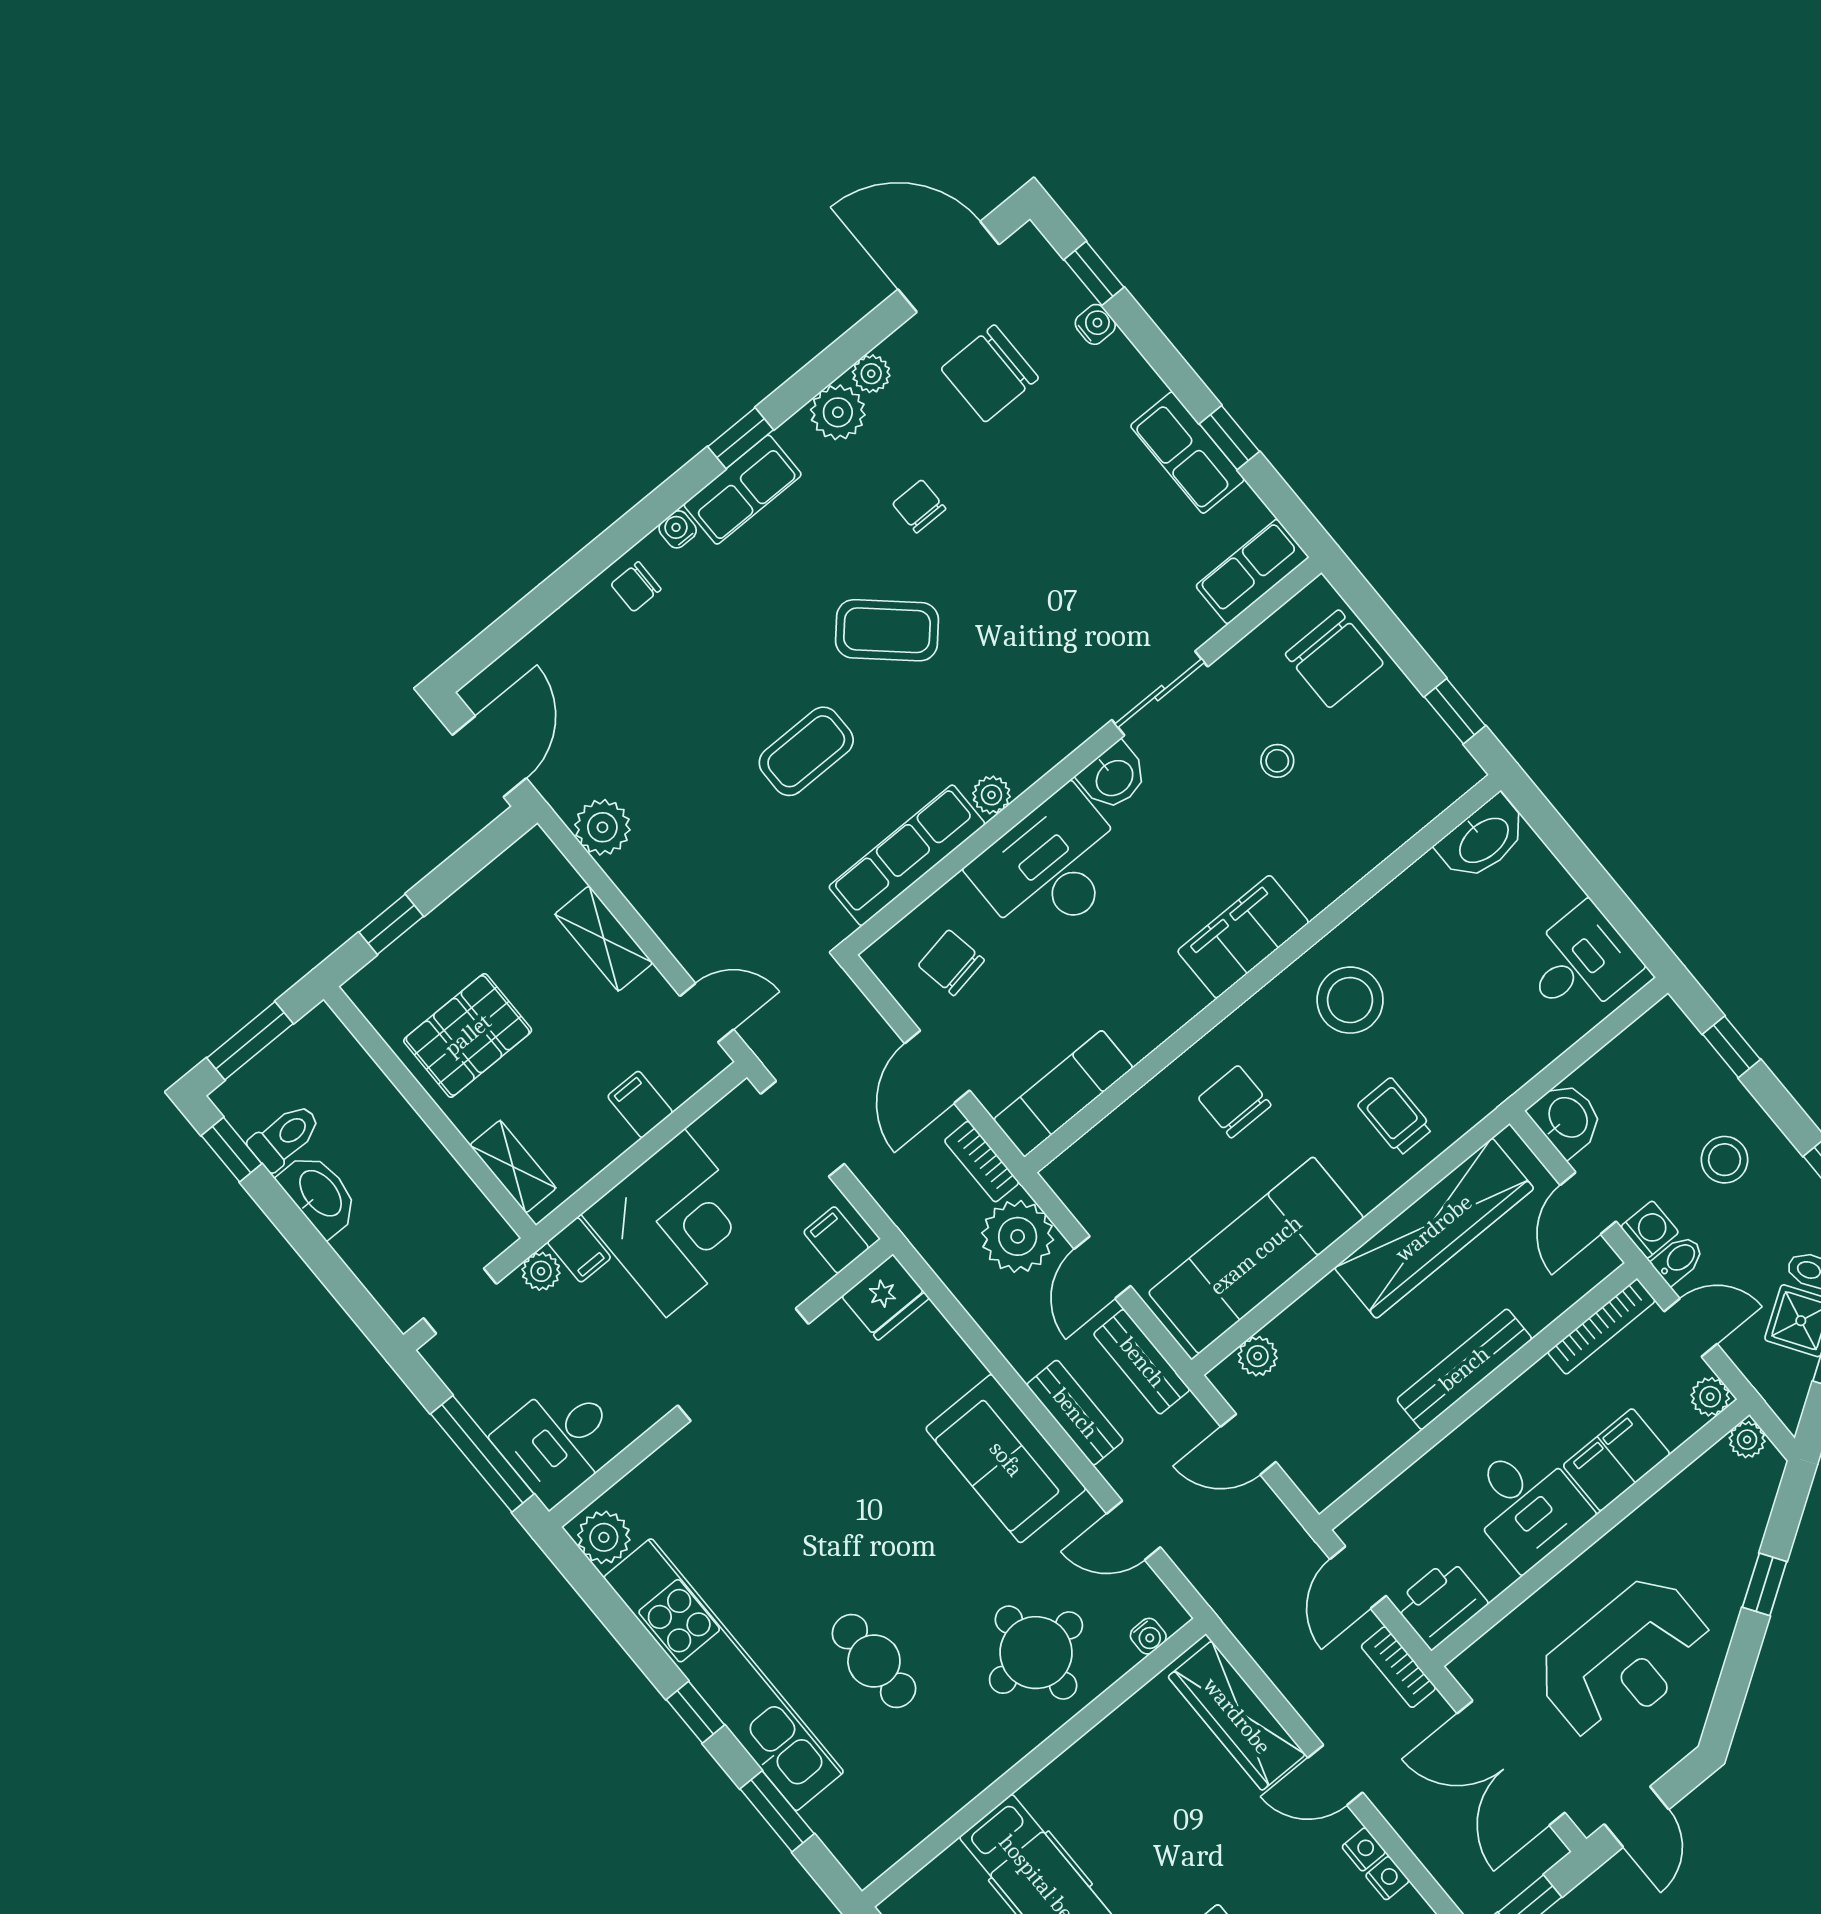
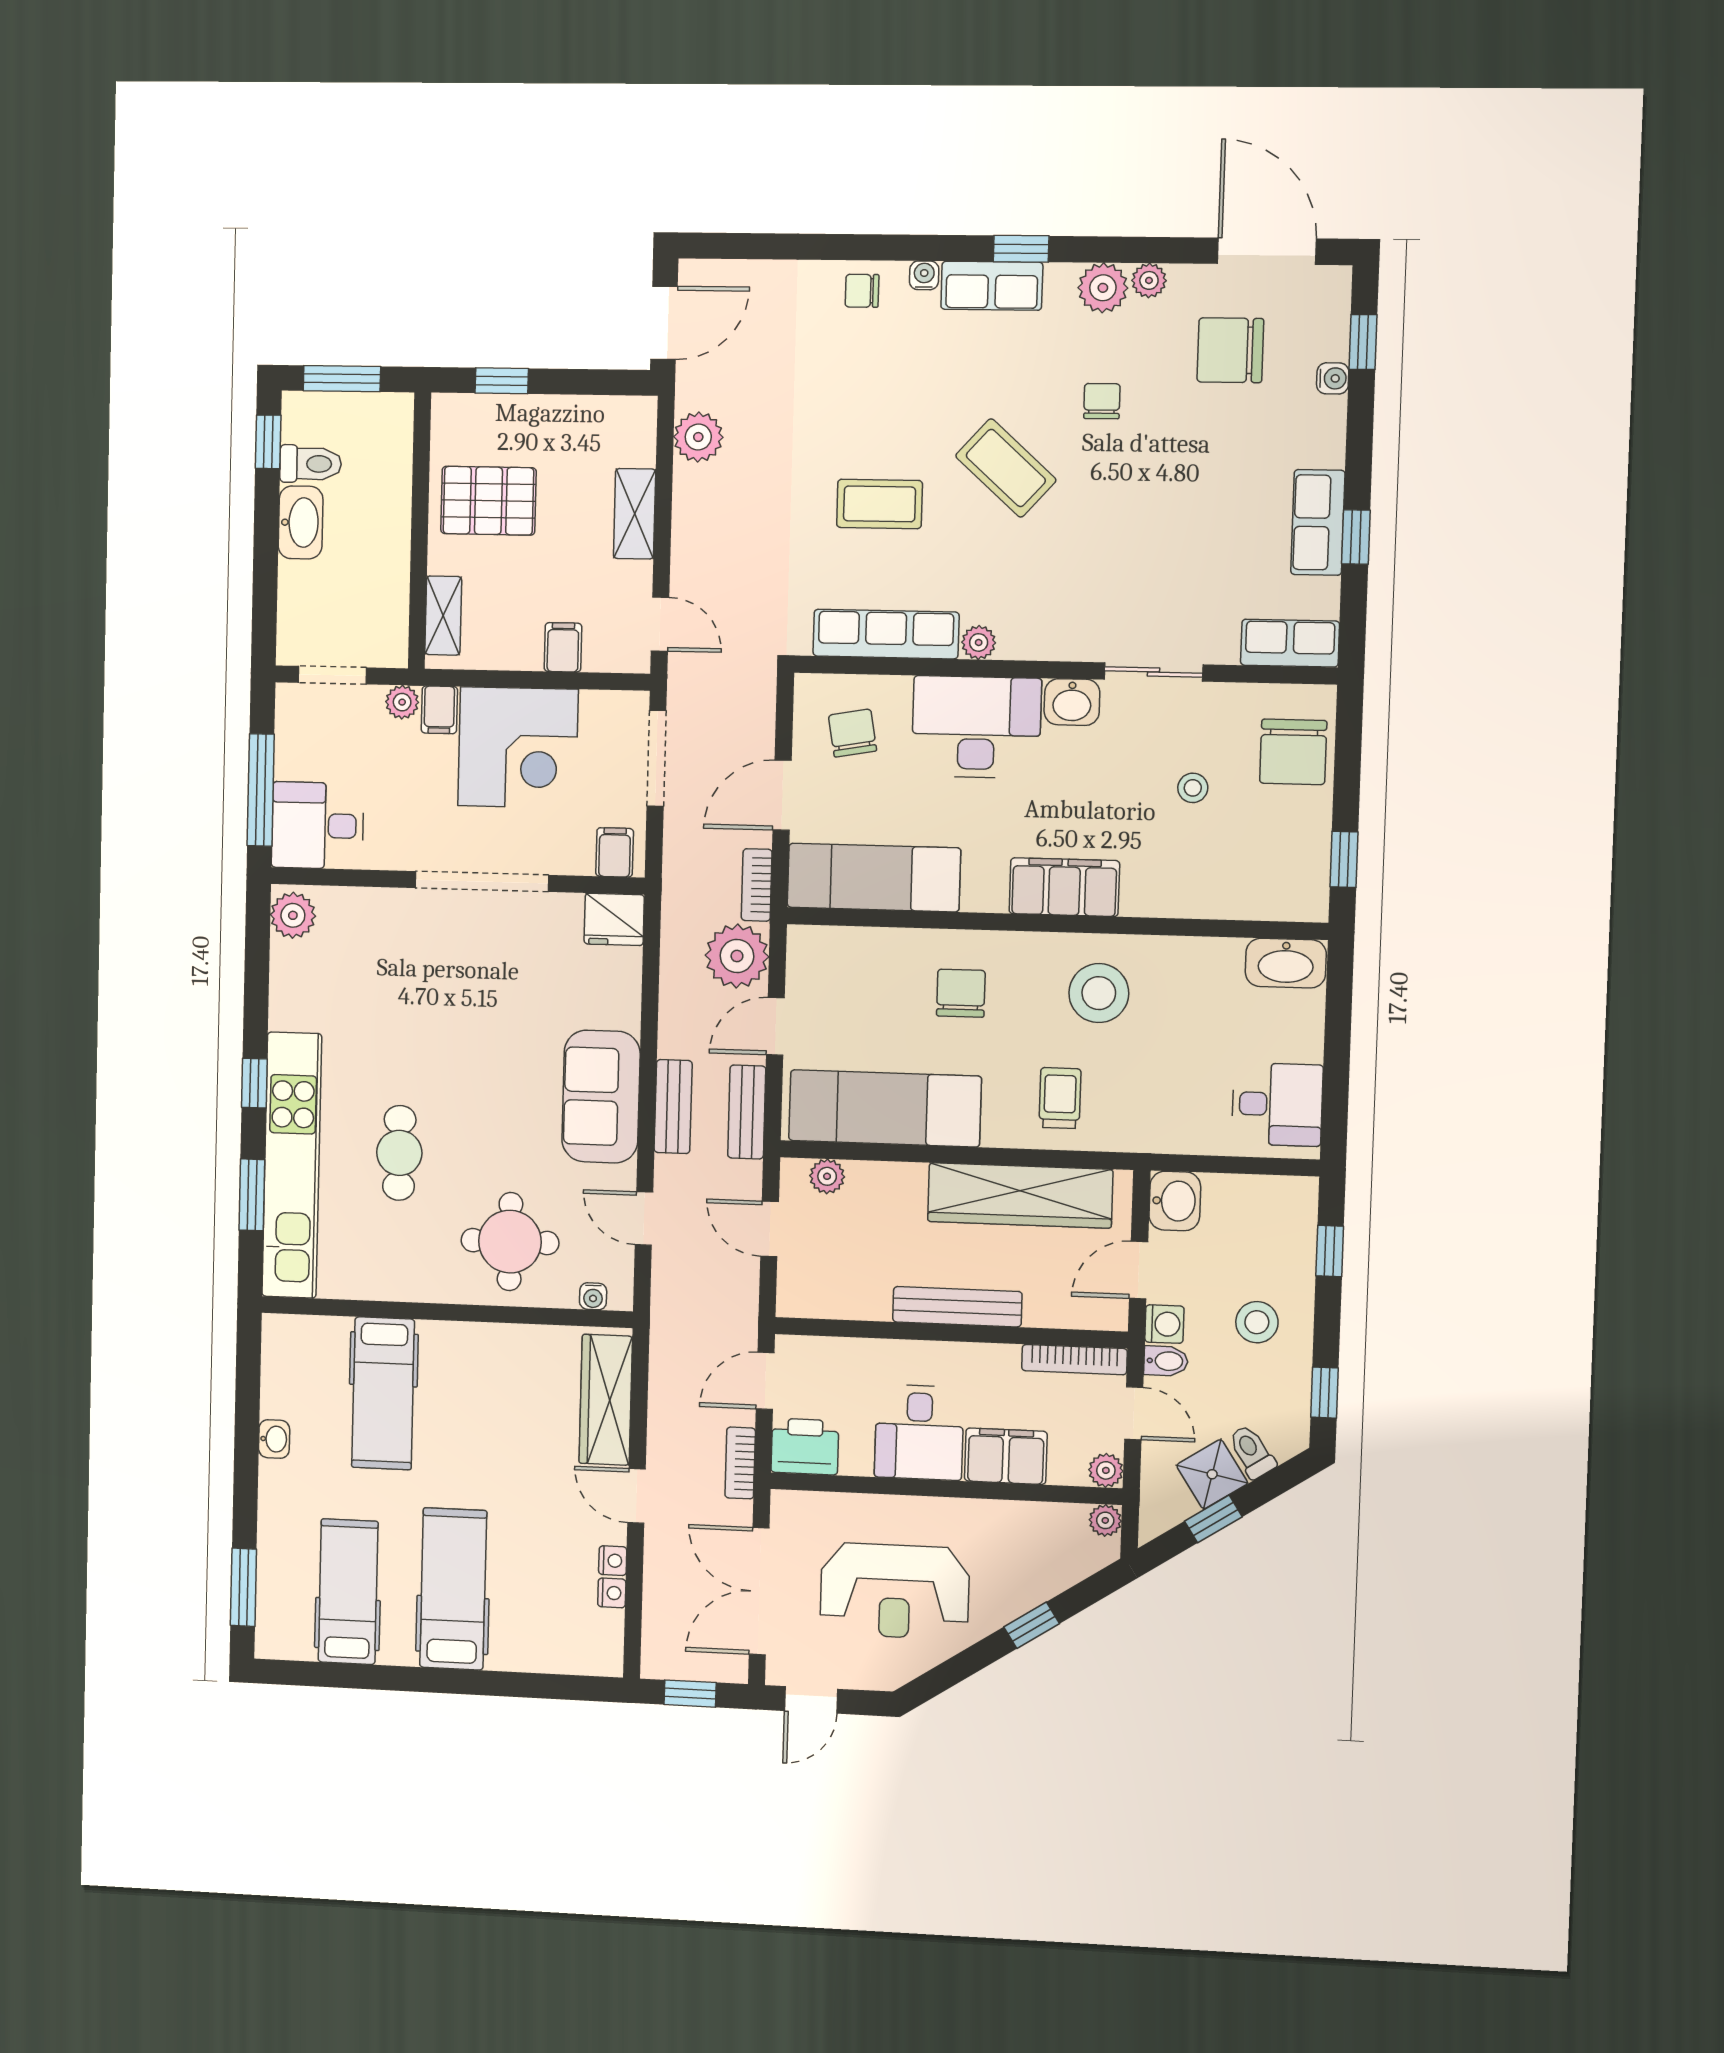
exam couch: (1063, 1094) -> (874, 878), width x1.36, depth x1.45
kitchen unit: (724, 1675) -> (292, 1165), moved

